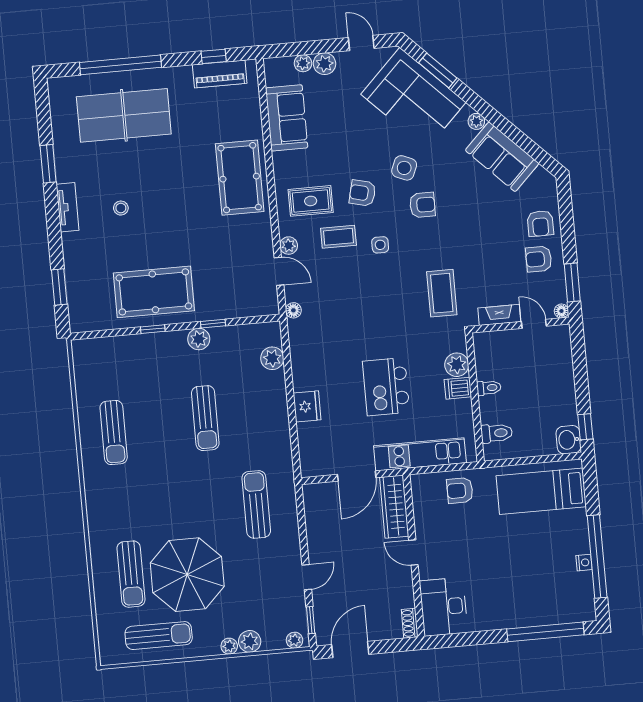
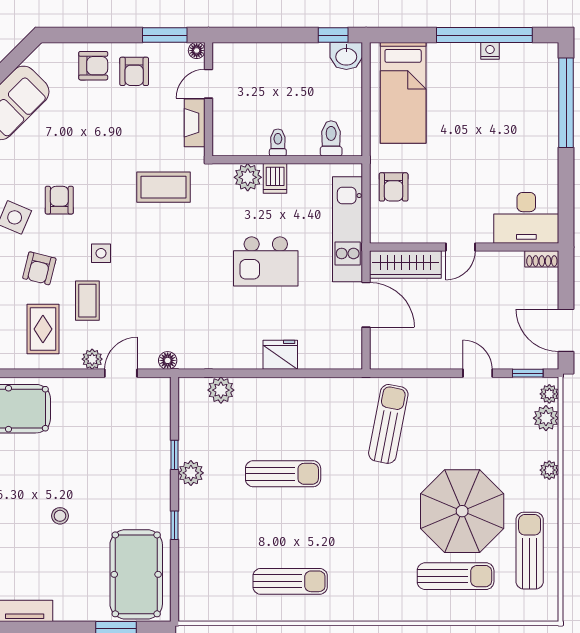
stool: (121, 208) -> (60, 516), moved
pool table: (154, 292) -> (136, 574), moved
sun lounger: (256, 504) -> (388, 424), turned 101
plant: (250, 641) -> (546, 418), moved

